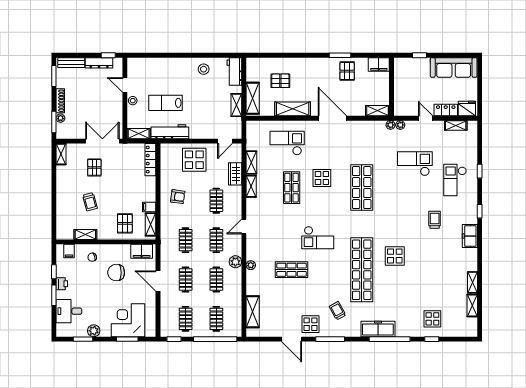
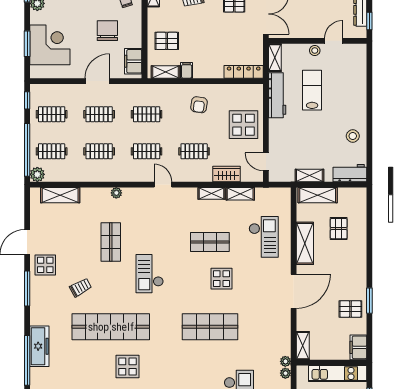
kitchen unit: (401, 82) -> (338, 374), added
plant: (235, 262) -> (37, 174), moved
trolley: (337, 311) -> (80, 287), moved

